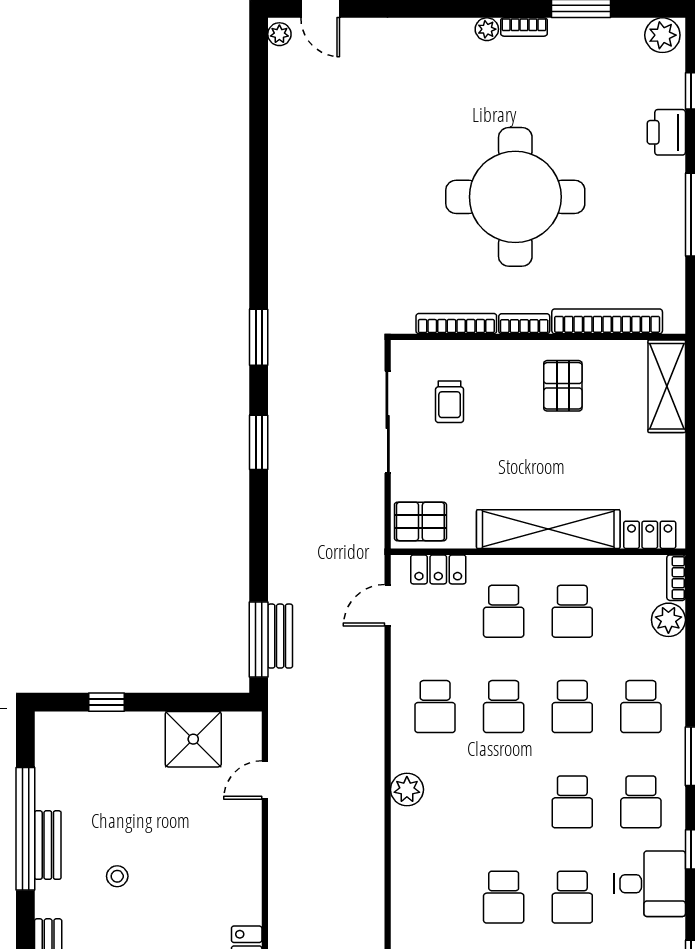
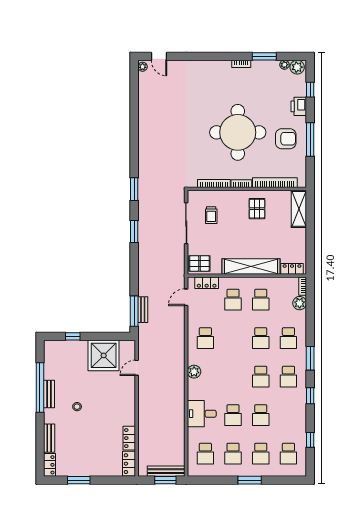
plant: (487, 29) -> (284, 65), moved
armchair: (634, 213) -> (286, 139), added
school desk: (504, 707) -> (233, 338), removed
shower: (193, 739) -> (104, 355), width x1.37, depth x1.37
desk: (650, 884) -> (202, 414), moved, turned 180

